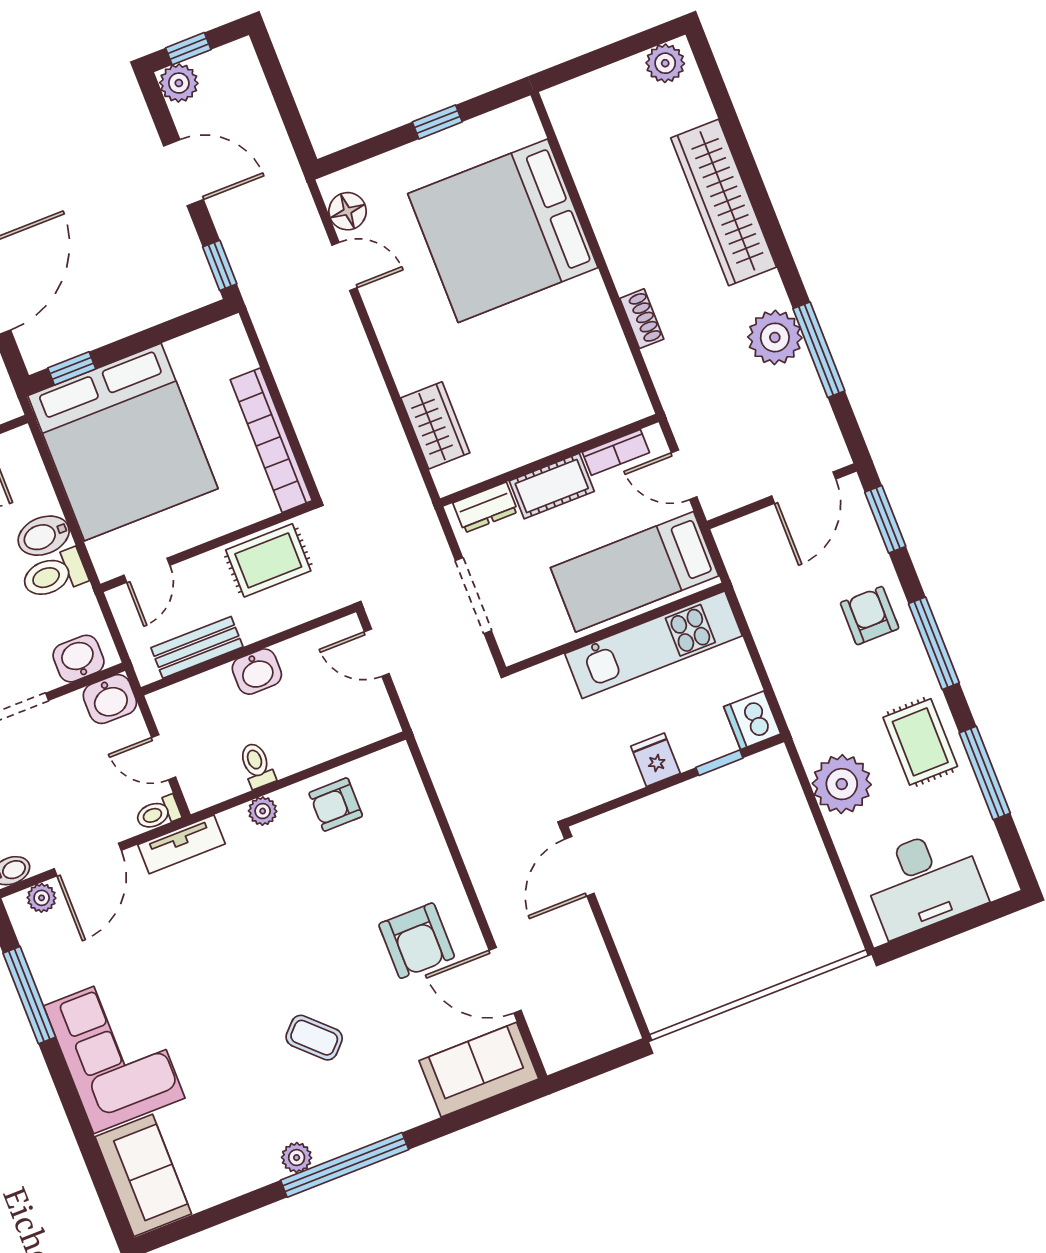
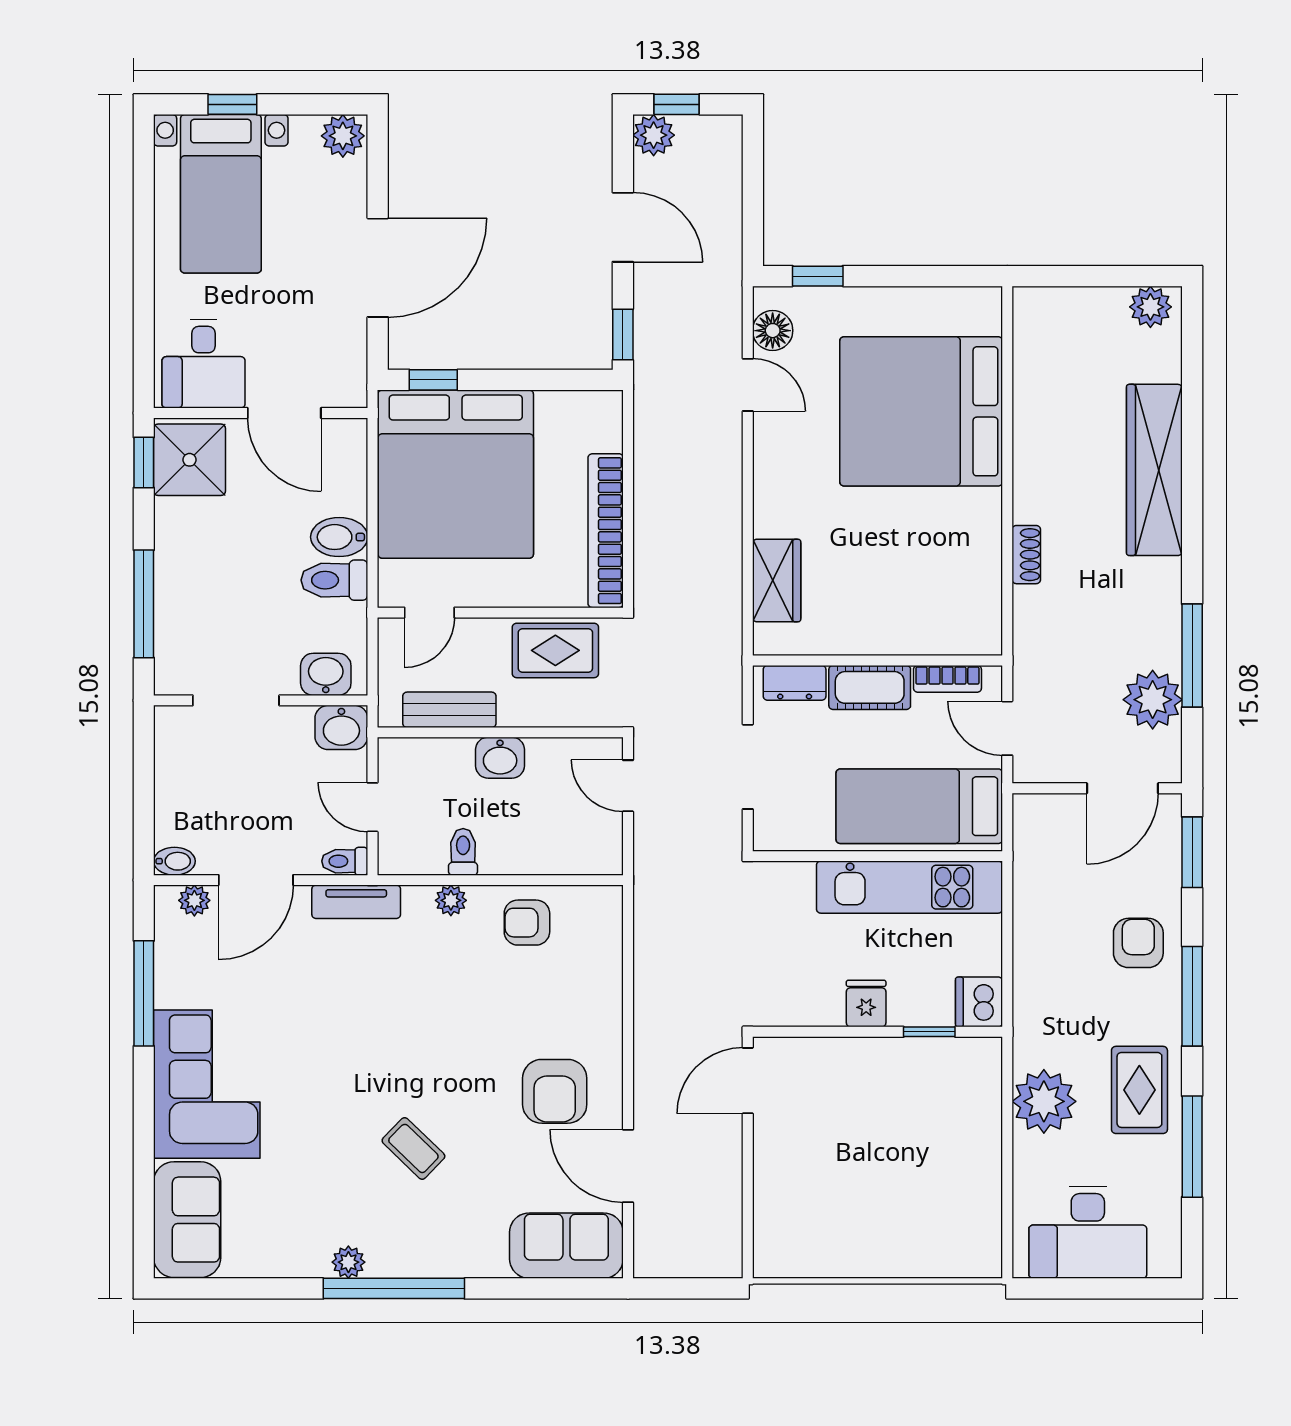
window: (437, 122) -> (818, 276), moved
plant: (775, 337) -> (1153, 700), moved

